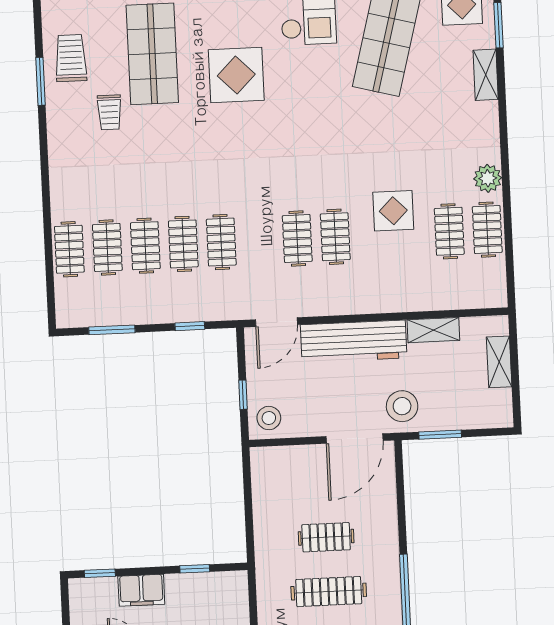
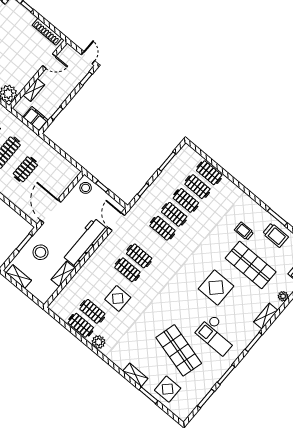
shelving: (499, 362) -> (19, 277), moved
stool: (402, 406) -> (41, 252), moved
filing cabinet: (141, 590) -> (36, 119), moved, turned 90
door: (65, 600) -> (88, 58), added

